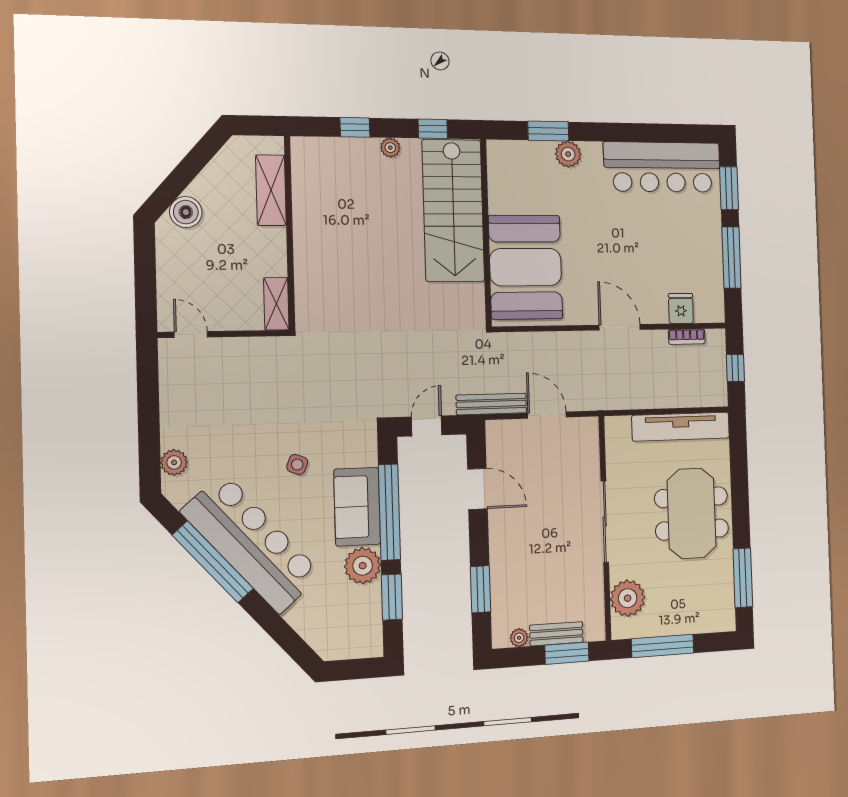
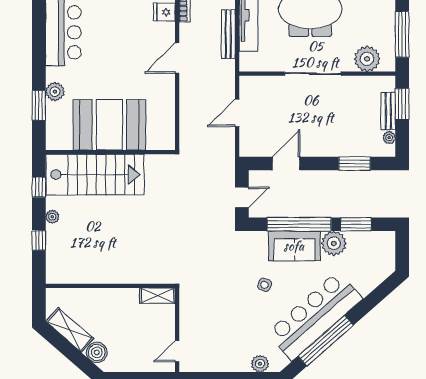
shelving: (271, 190) -> (70, 330), moved, turned 41
booth: (526, 267) -> (109, 125), moved
bench: (491, 404) -> (228, 34), moved
door: (427, 426) -> (242, 197), swing flipped

